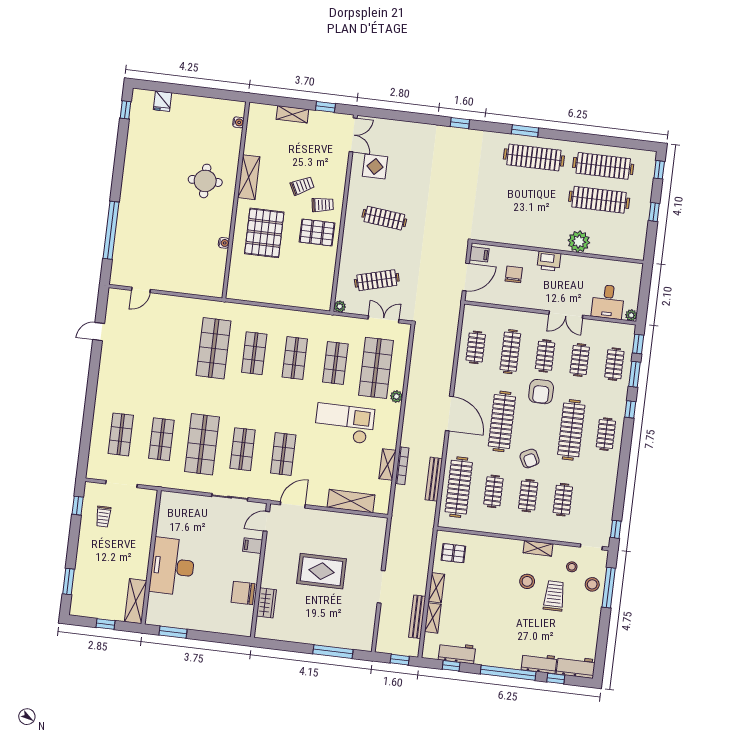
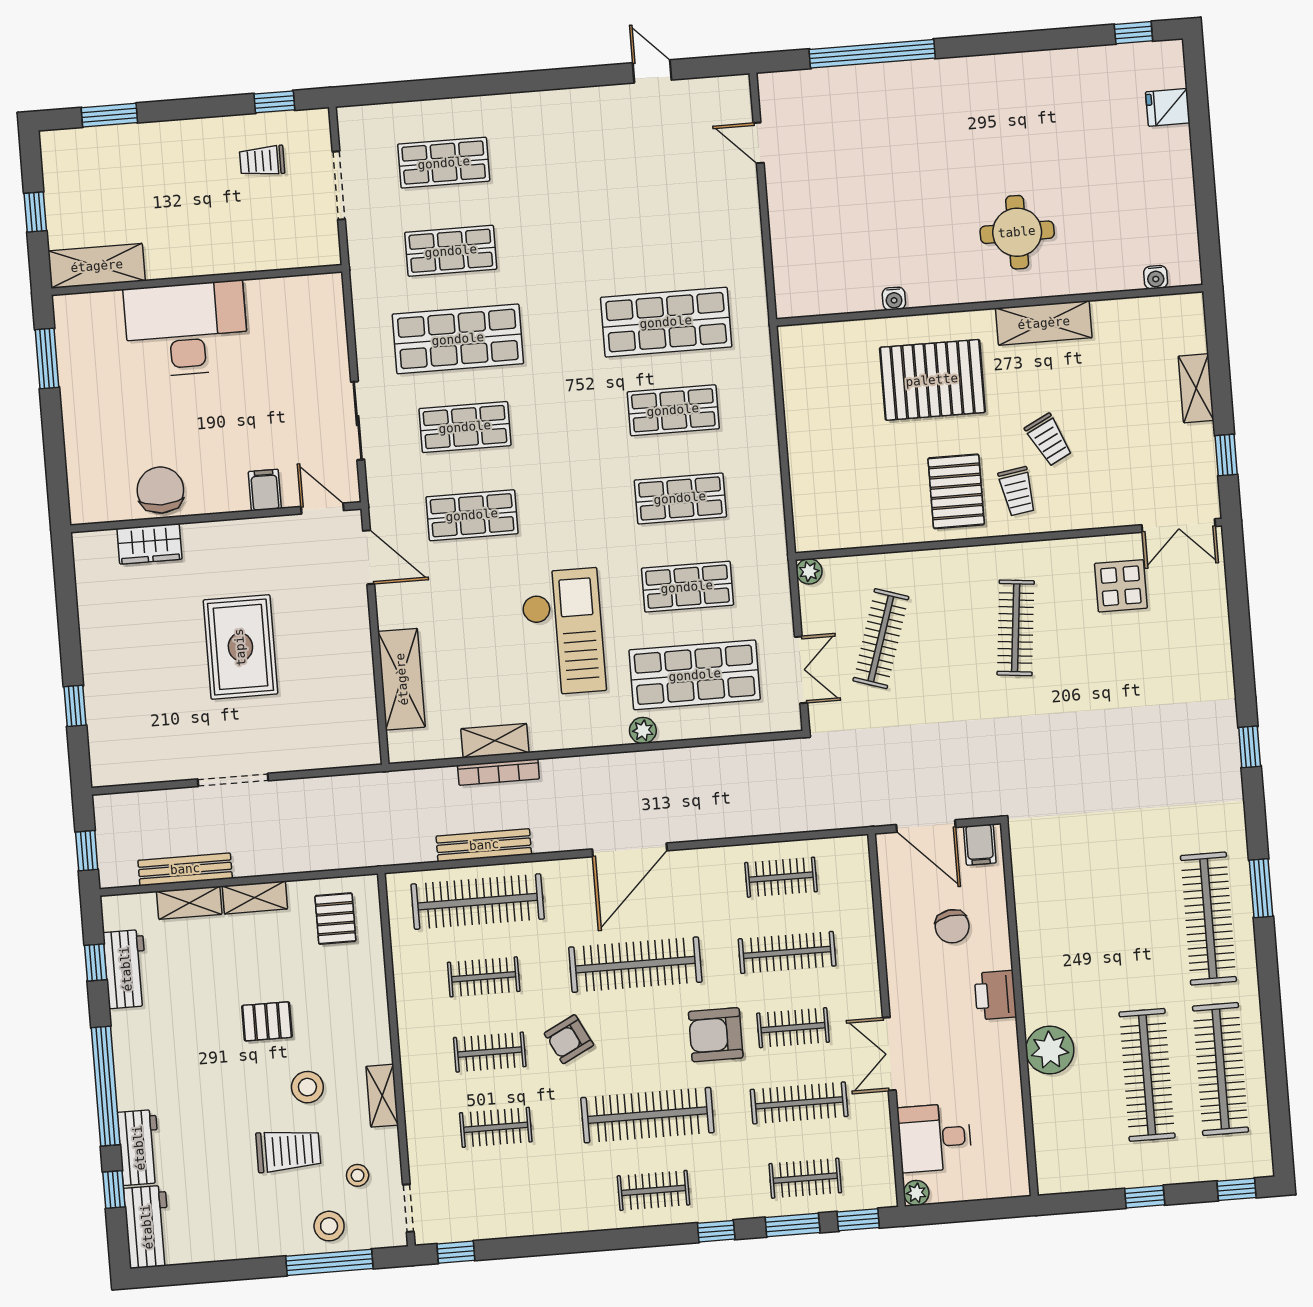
chair: (514, 274) -> (952, 926), turned 81
clothes rail: (377, 280) -> (881, 639), turned 33
clothes rail: (580, 360) -> (799, 1103), width x1.36
pallet: (494, 594) -> (267, 1021), added
window: (333, 652) -> (75, 706), width x0.46

